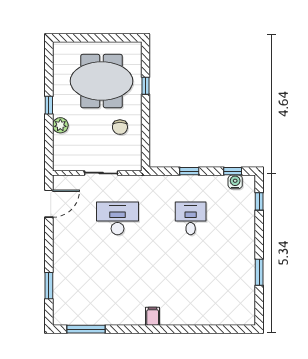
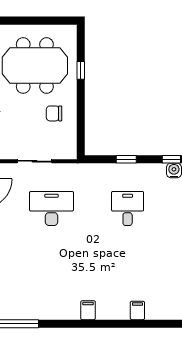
chair: (120, 127) -> (54, 113), turned 90
filing cabinet: (200, 316) -> (137, 310), added

